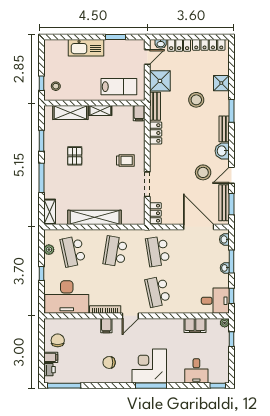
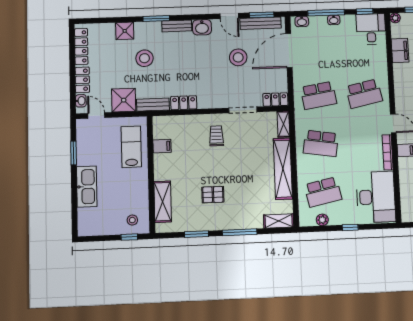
shelving: (100, 111) -> (283, 124), moved
filing cabinet: (139, 113) -> (162, 146), moved
stool: (203, 172) -> (238, 57), moved
window: (231, 261) -> (326, 13), width x1.44

